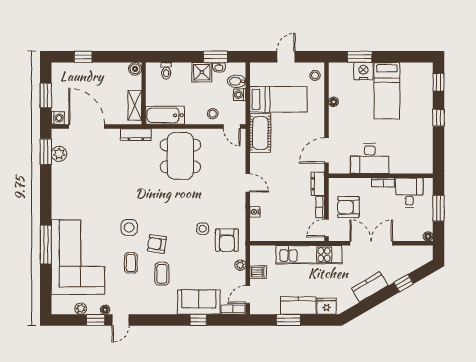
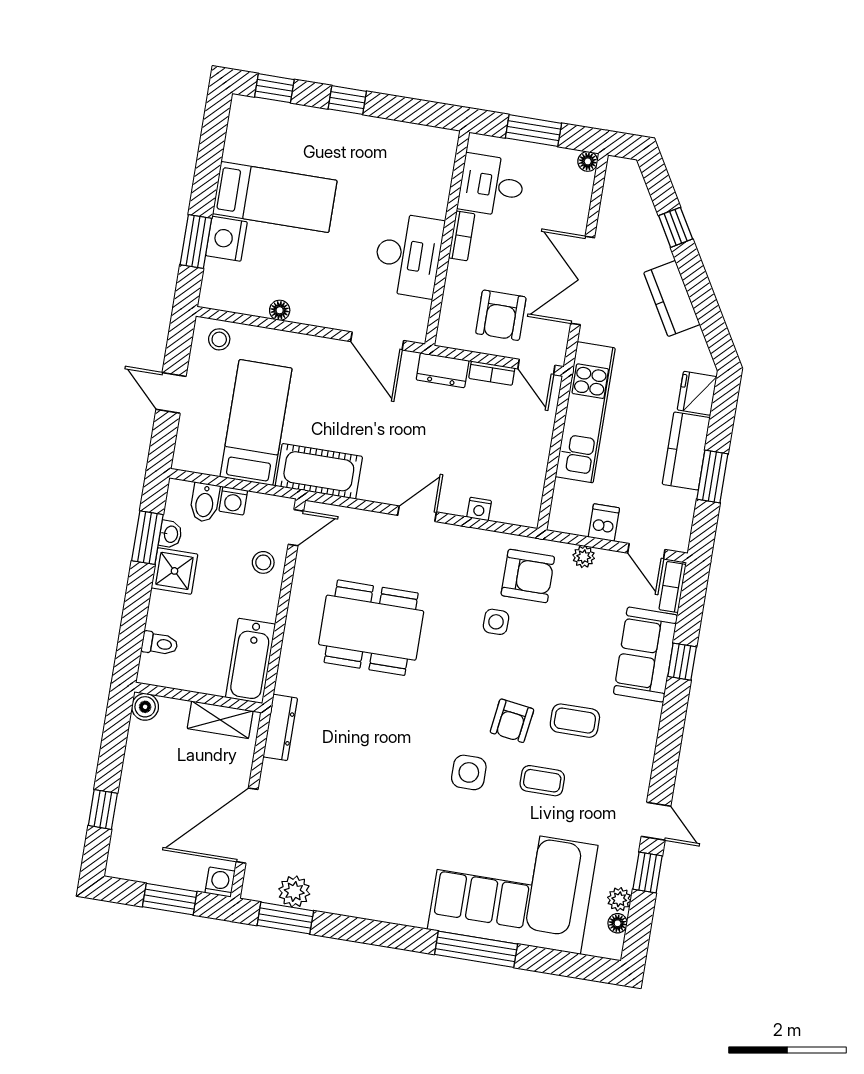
dining table: (180, 156) -> (371, 628), moved
floor lamp: (105, 310) -> (618, 923), moved

